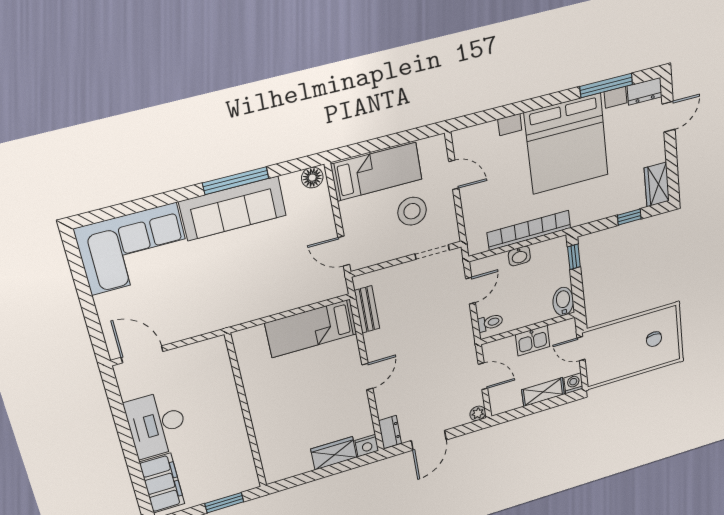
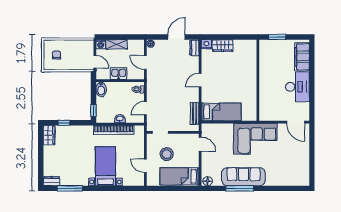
door: (668, 117) -> (41, 166), removed
bed with nightstands: (566, 144) -> (105, 166), width x0.54
corner sofa: (134, 249) -> (255, 139), moved, turned 180

